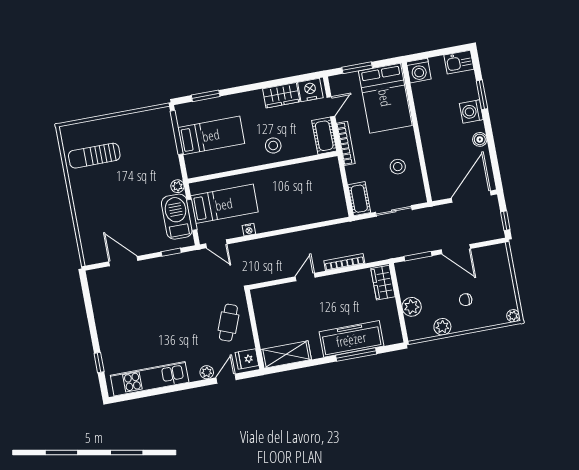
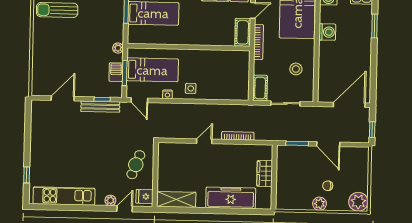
washing machine: (471, 111) -> (327, 32), moved, turned 180
boiler: (480, 139) -> (365, 61), removed
stool: (273, 145) -> (201, 32), removed
barbecue: (177, 217) -> (116, 72), width x0.53, depth x0.65
side table: (275, 217) -> (191, 88), added
door: (123, 261) -> (63, 98), hinge flipped
bench: (171, 262) -> (100, 107), added
wardrobe: (383, 283) -> (265, 174), moved
plant: (412, 307) -> (284, 182), removed
plant: (513, 316) -> (358, 202), width x1.88, depth x1.88
plant: (442, 327) -> (320, 204), moved
window: (356, 355) -> (232, 211), removed

